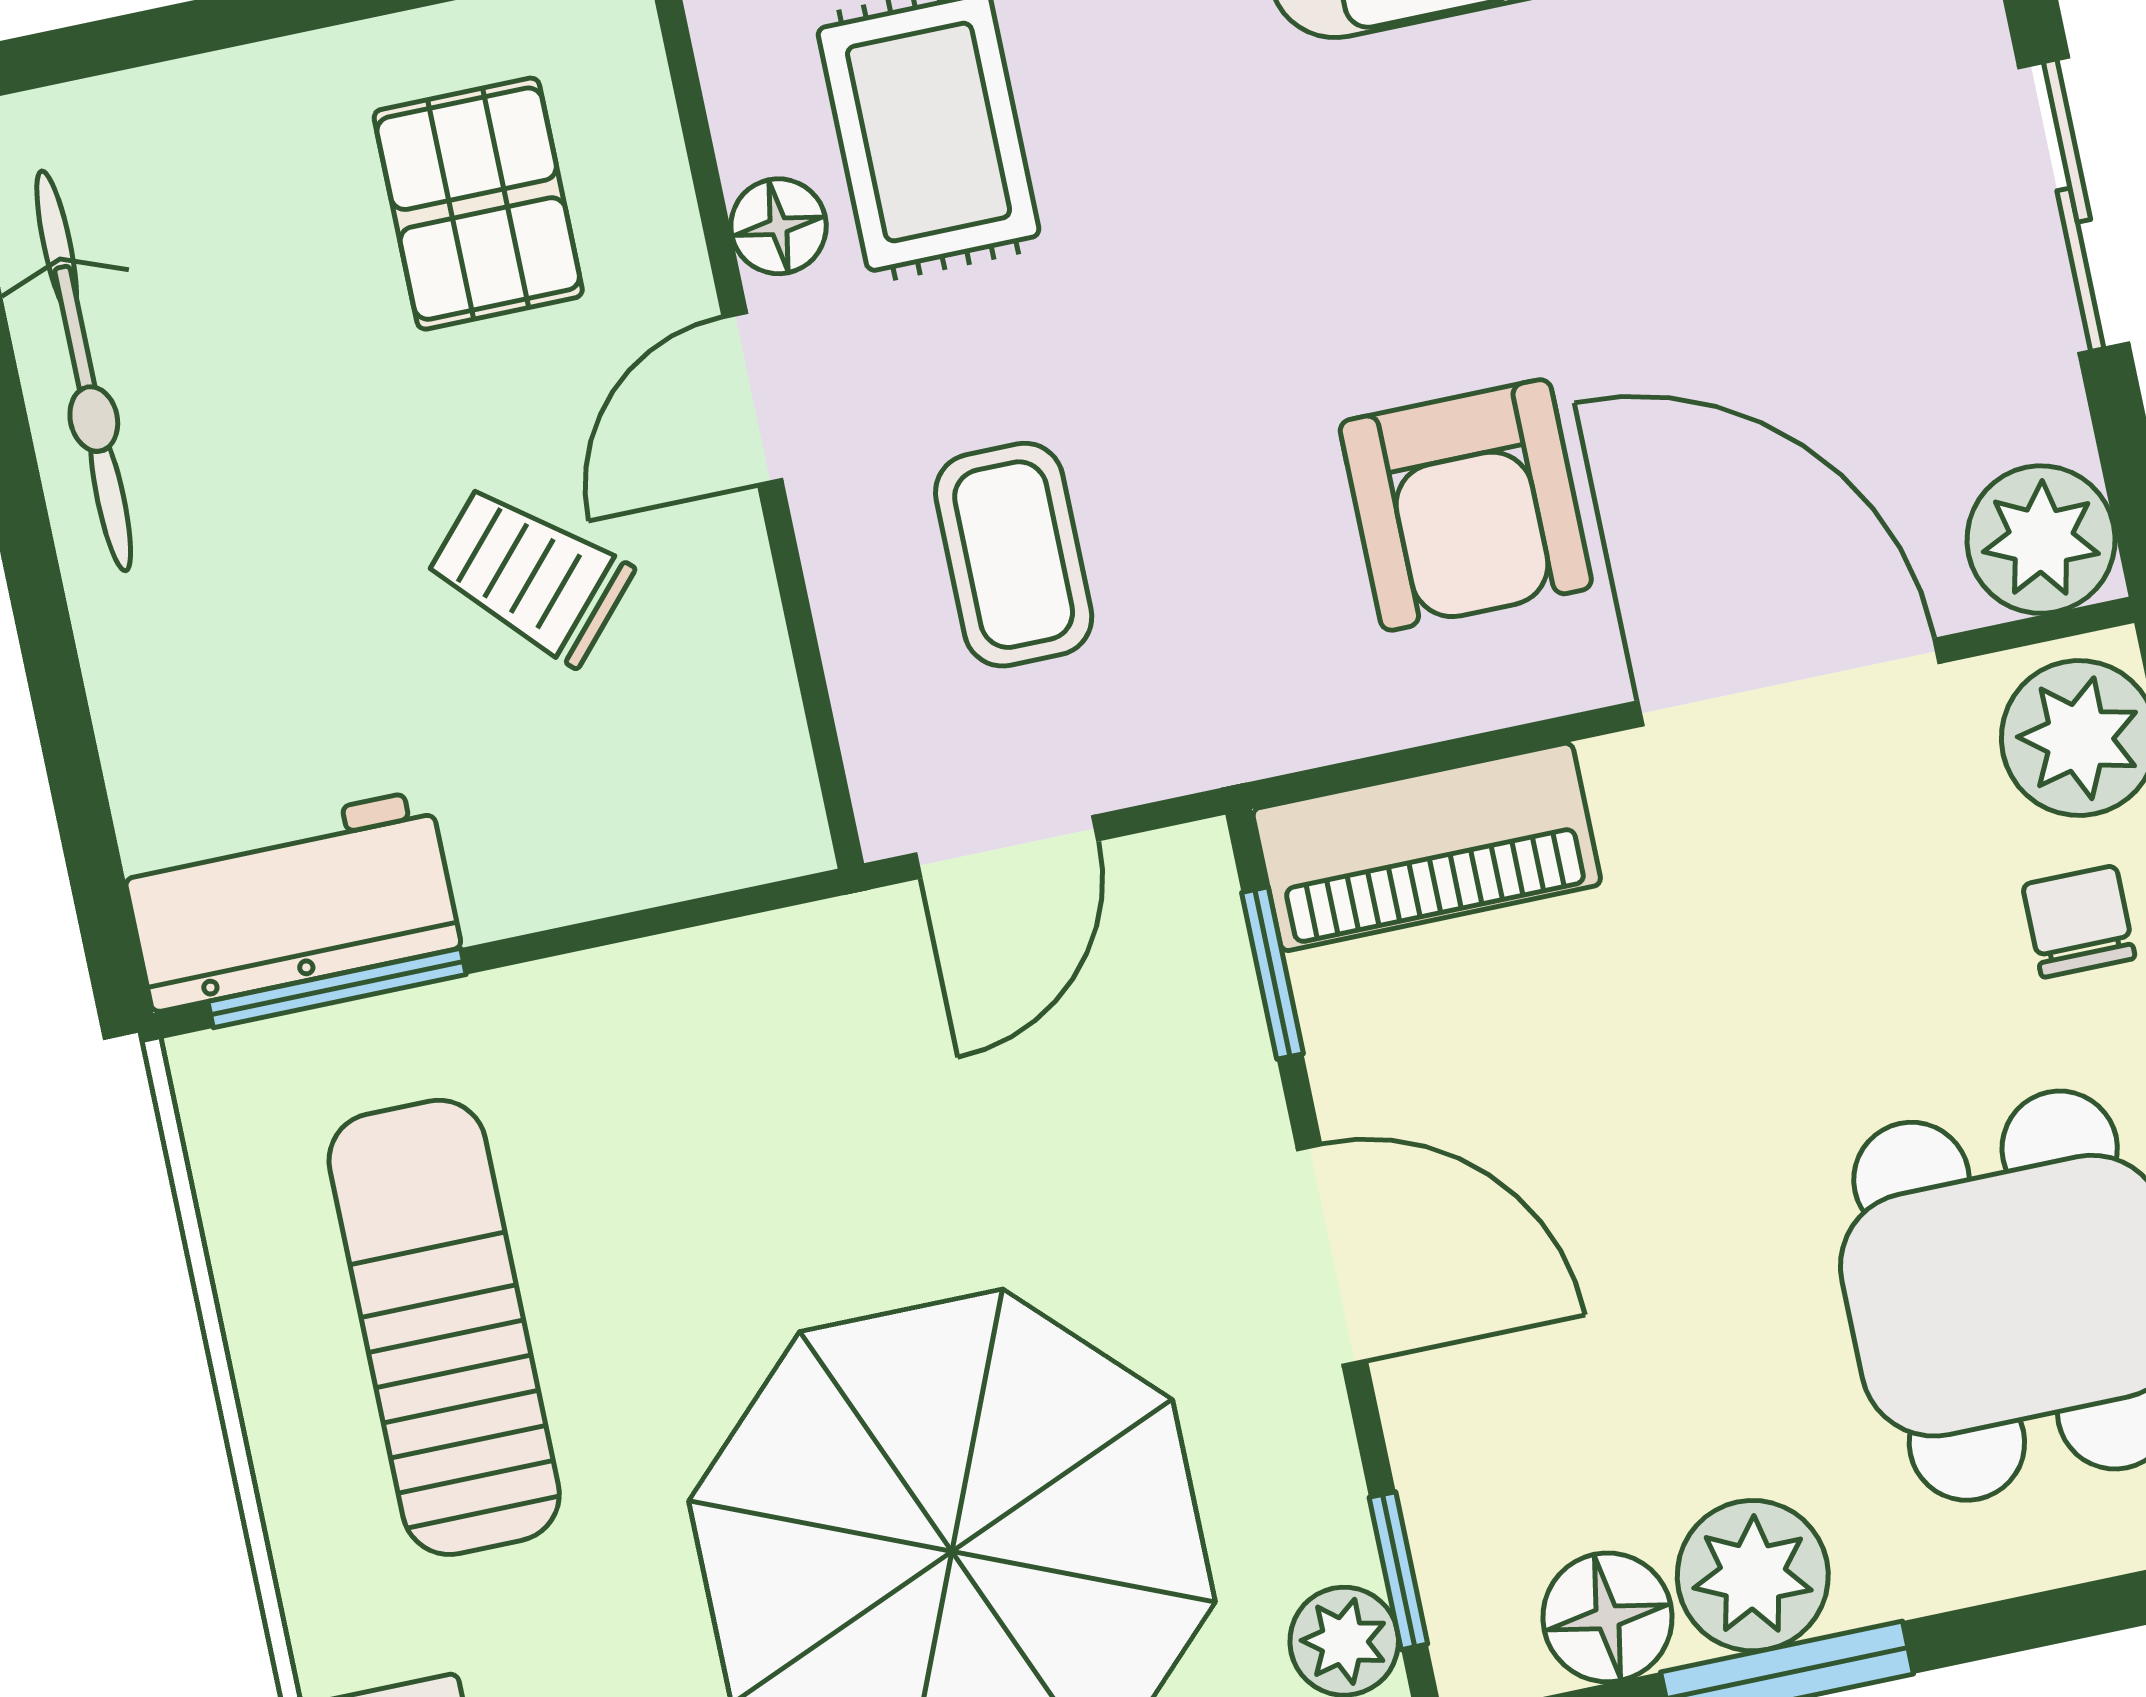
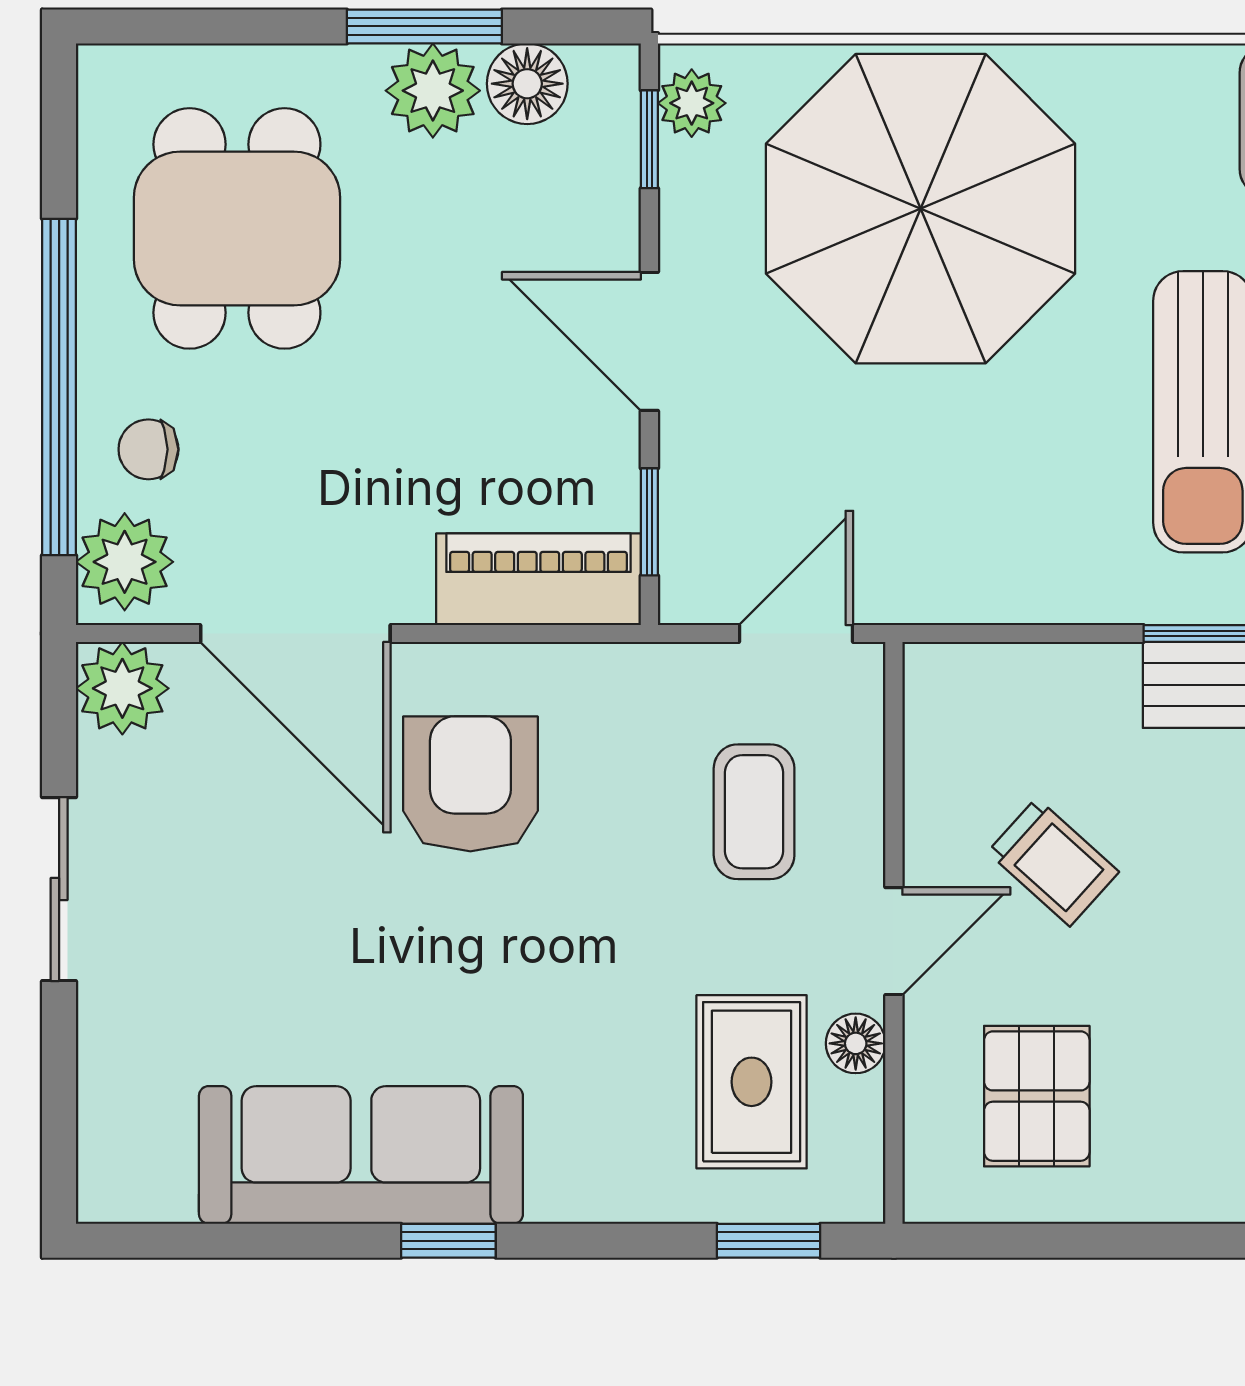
chair: (2079, 921) -> (148, 449), turned 90

